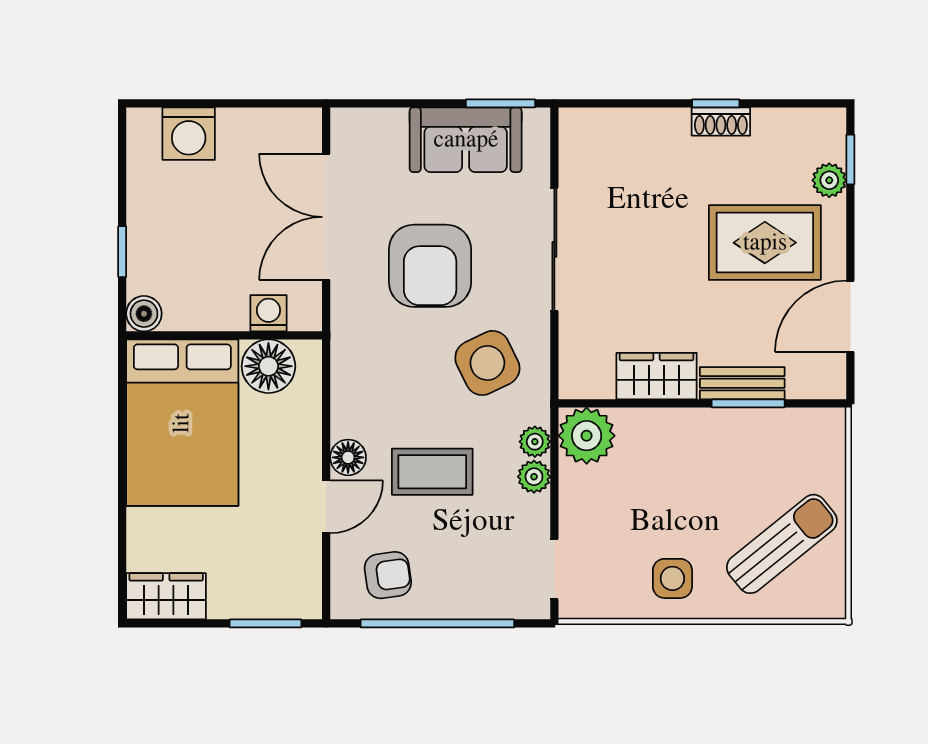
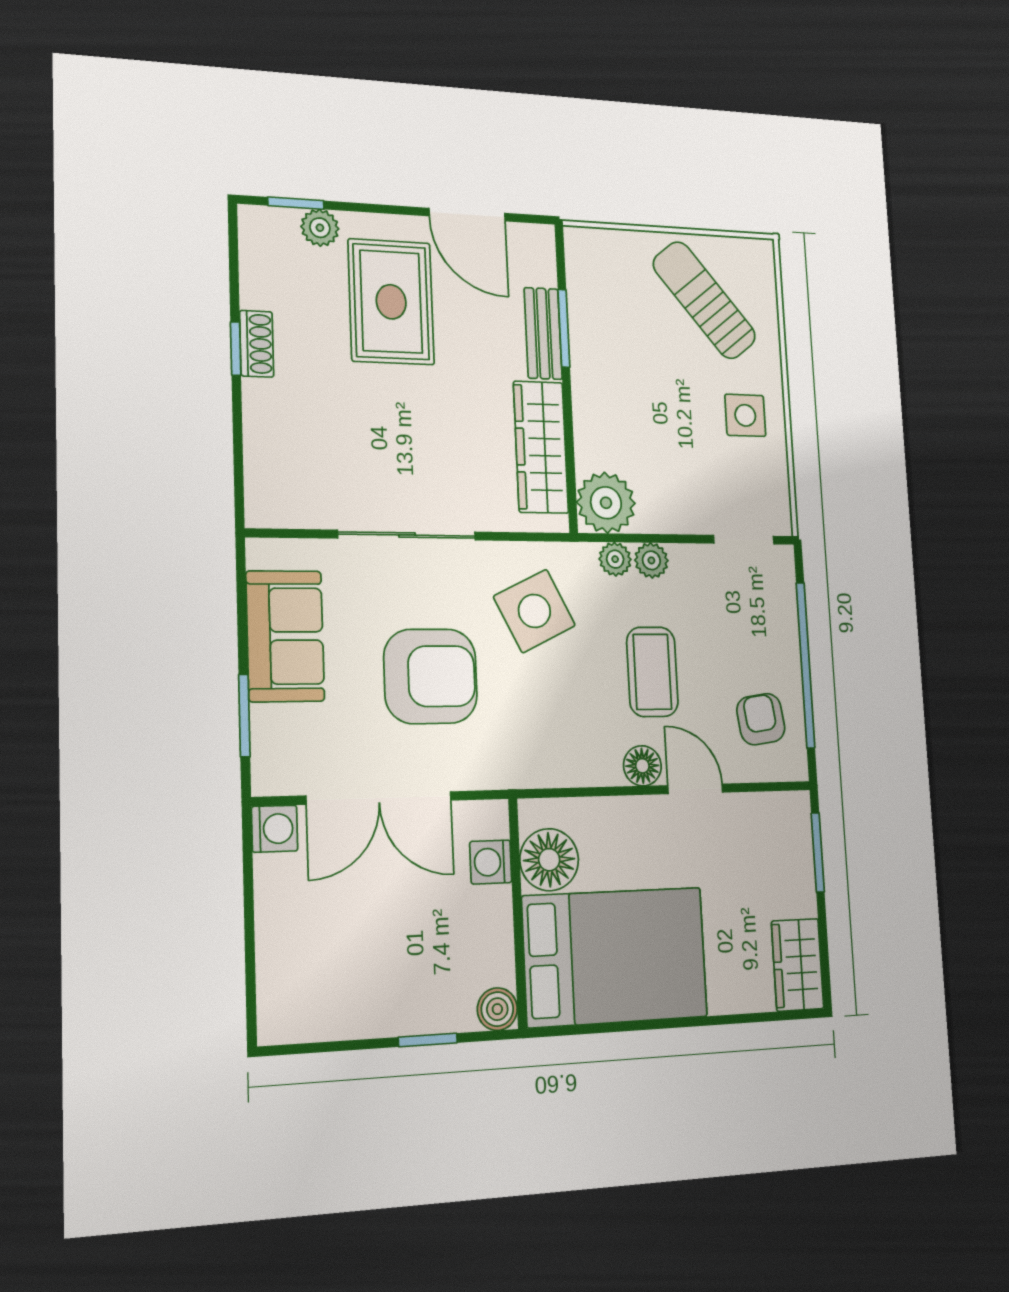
window: (501, 103) -> (244, 716), moved
washing machine: (189, 134) -> (275, 829), moved, width x0.73, depth x0.73
wardrobe: (657, 376) -> (541, 447), width x1.50

